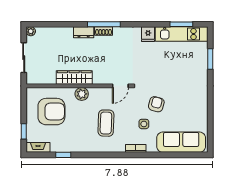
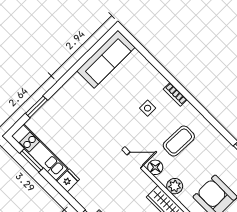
floor lamp: (104, 94) -> (155, 167), added
armchair: (156, 104) -> (120, 114), removed
sofa: (181, 142) -> (106, 59), moved, turned -90

